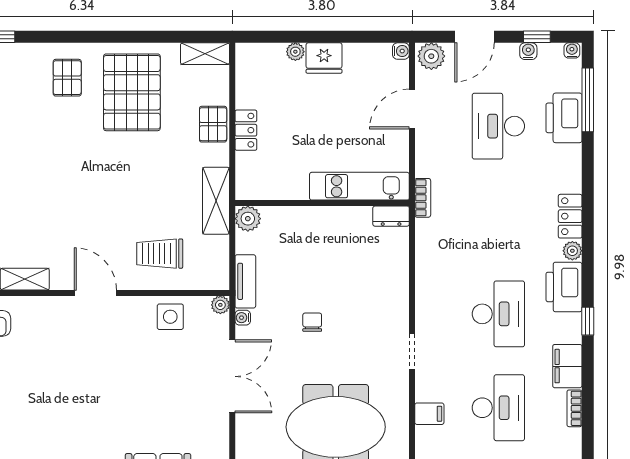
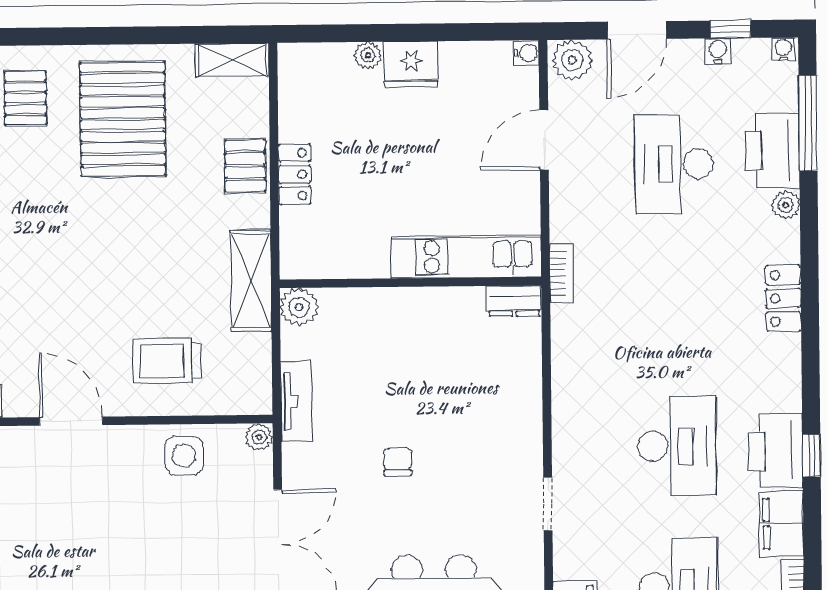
plant: (572, 251) -> (786, 205), moved
printer: (564, 287) -> (776, 451), moved
water cooler: (243, 318) -> (293, 456), removed

